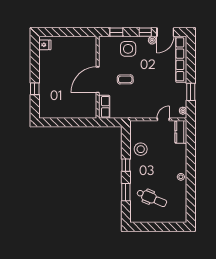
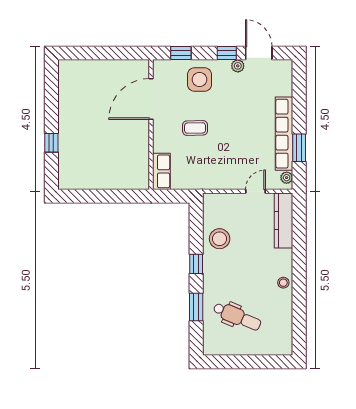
door: (165, 32) -> (259, 53), swing flipped
fridge: (45, 45) -> (67, 73), removed
row of seats: (181, 59) -> (284, 134), moved
door: (98, 80) -> (151, 99), moved
kitchen counter: (181, 132) -> (283, 221), width x1.50

